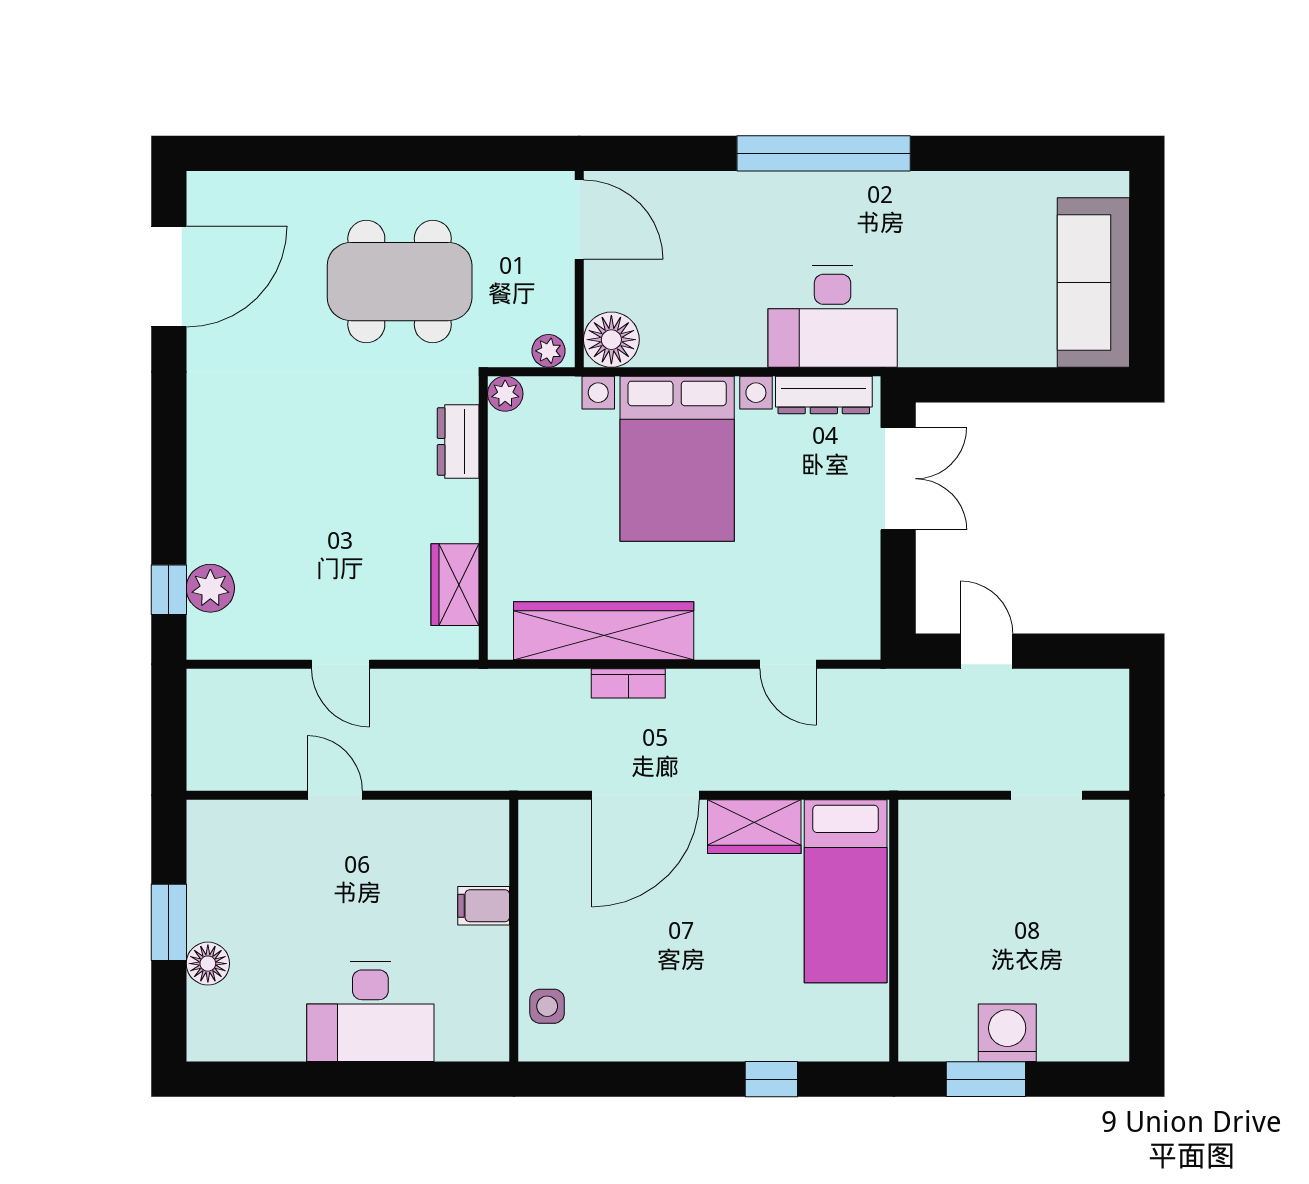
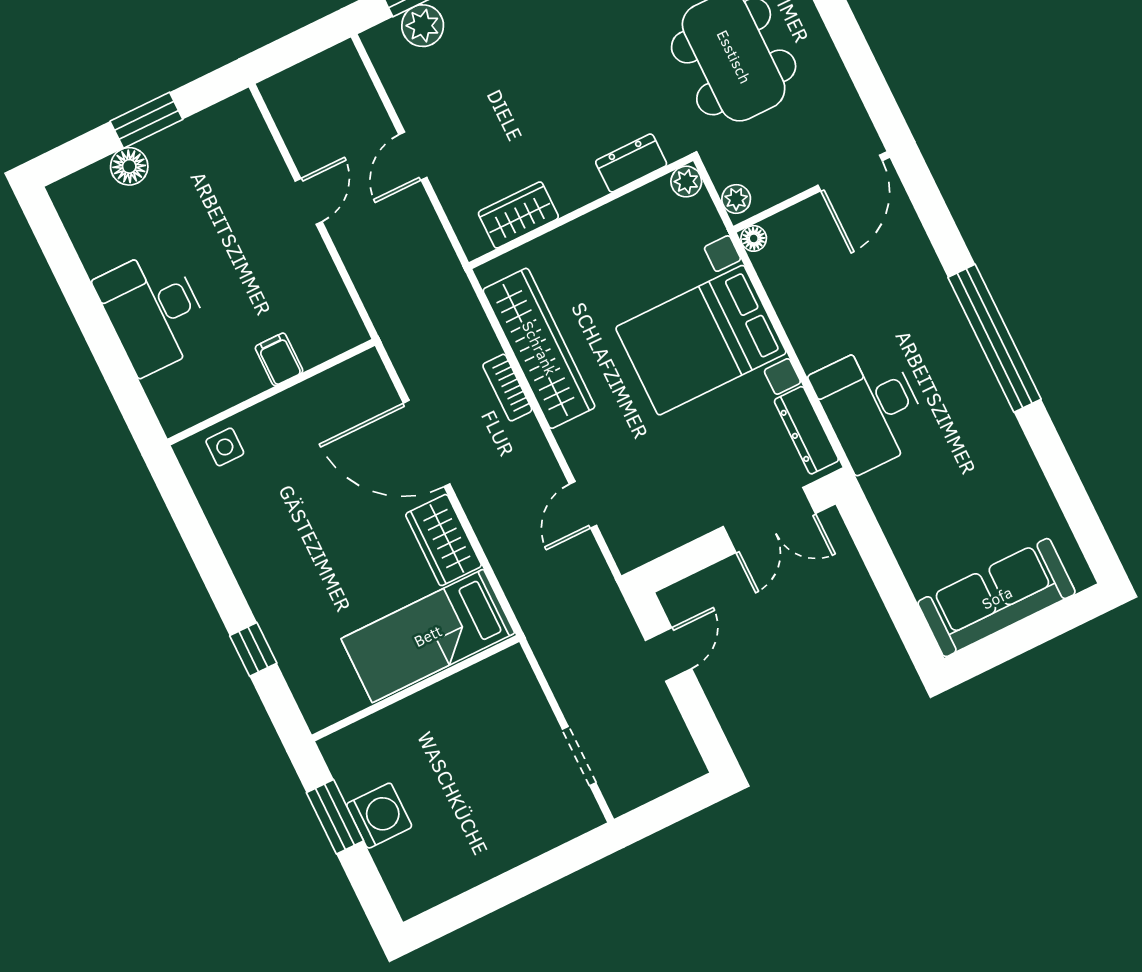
floor lamp: (611, 340) -> (754, 238), width x0.53, depth x0.53

